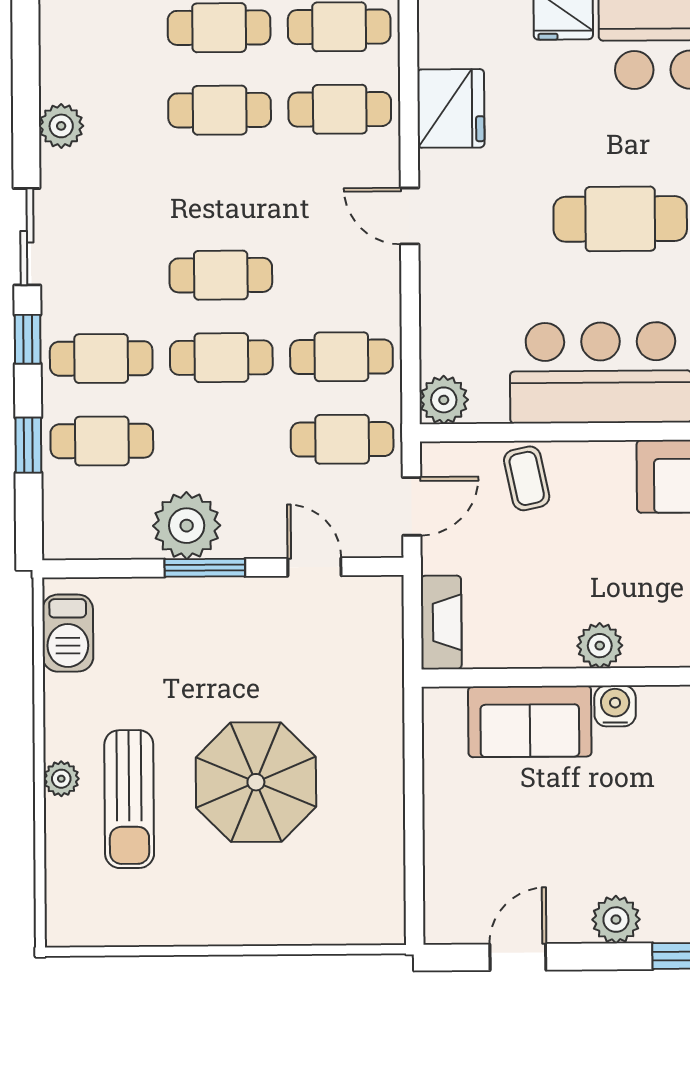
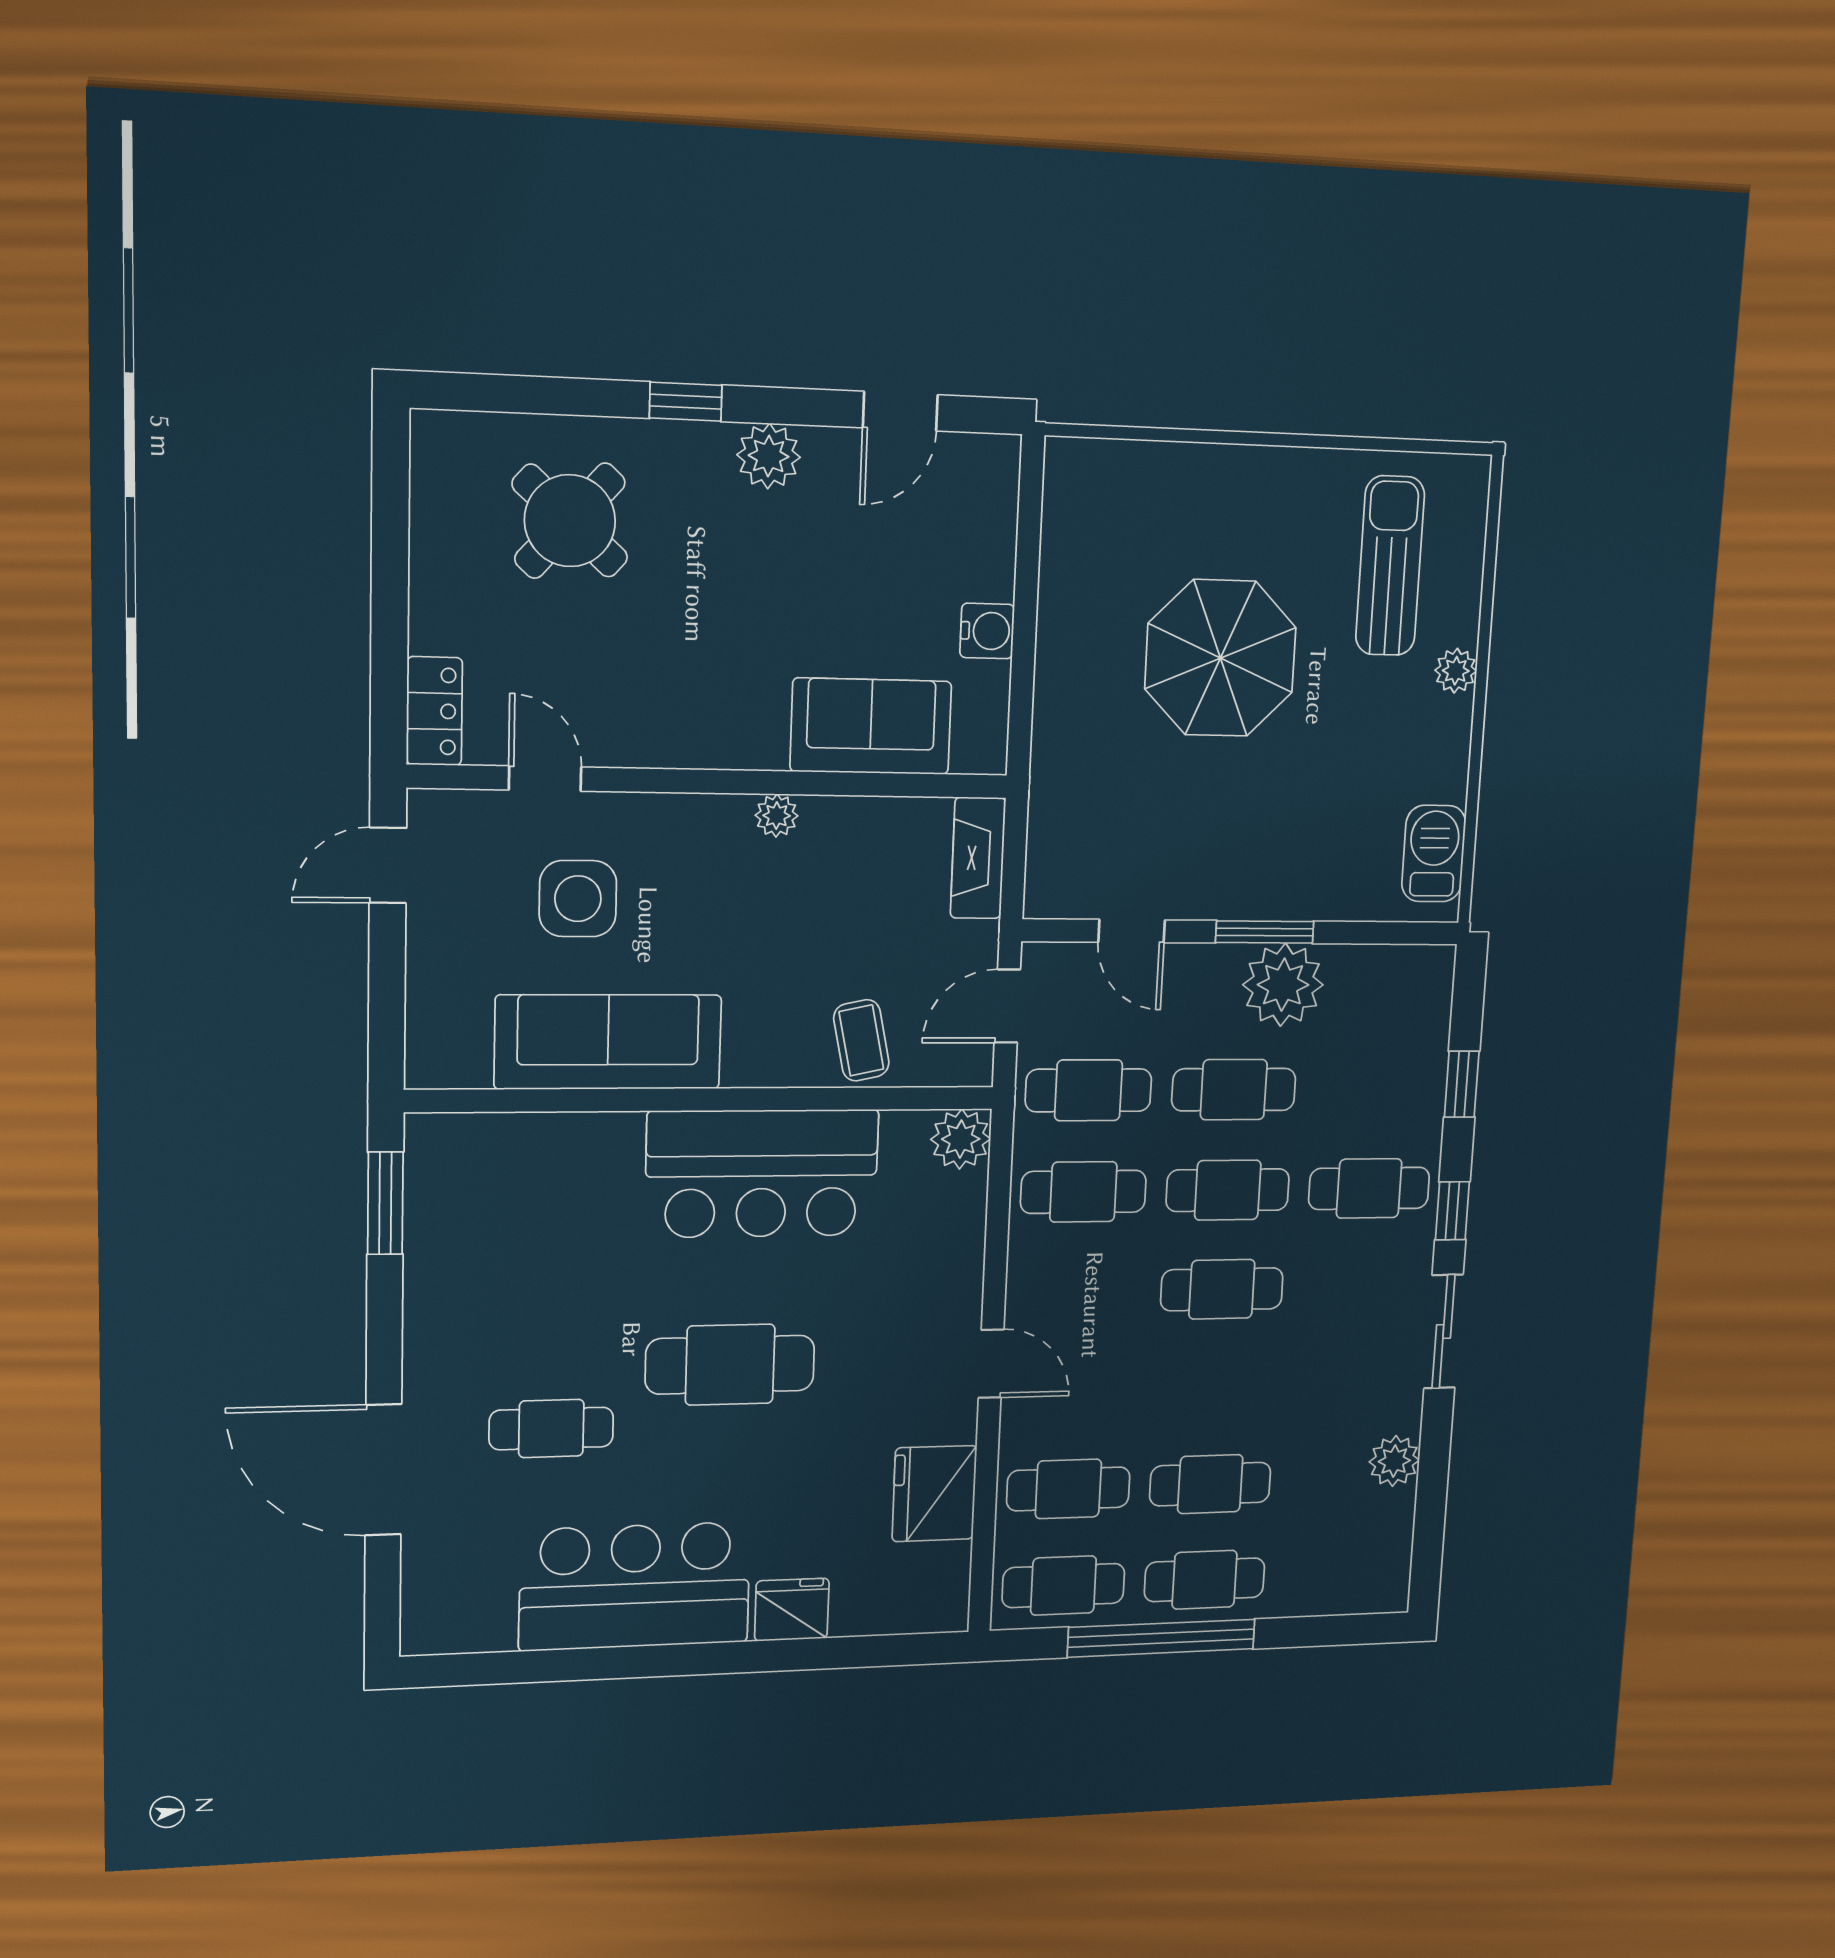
cafe table: (102, 441) -> (1234, 1090), moved
plant: (600, 646) -> (777, 816), width x0.73, depth x0.73
water cooler: (615, 706) -> (987, 631), moved, turned -90
sun lounger: (129, 799) -> (1390, 566), moved

